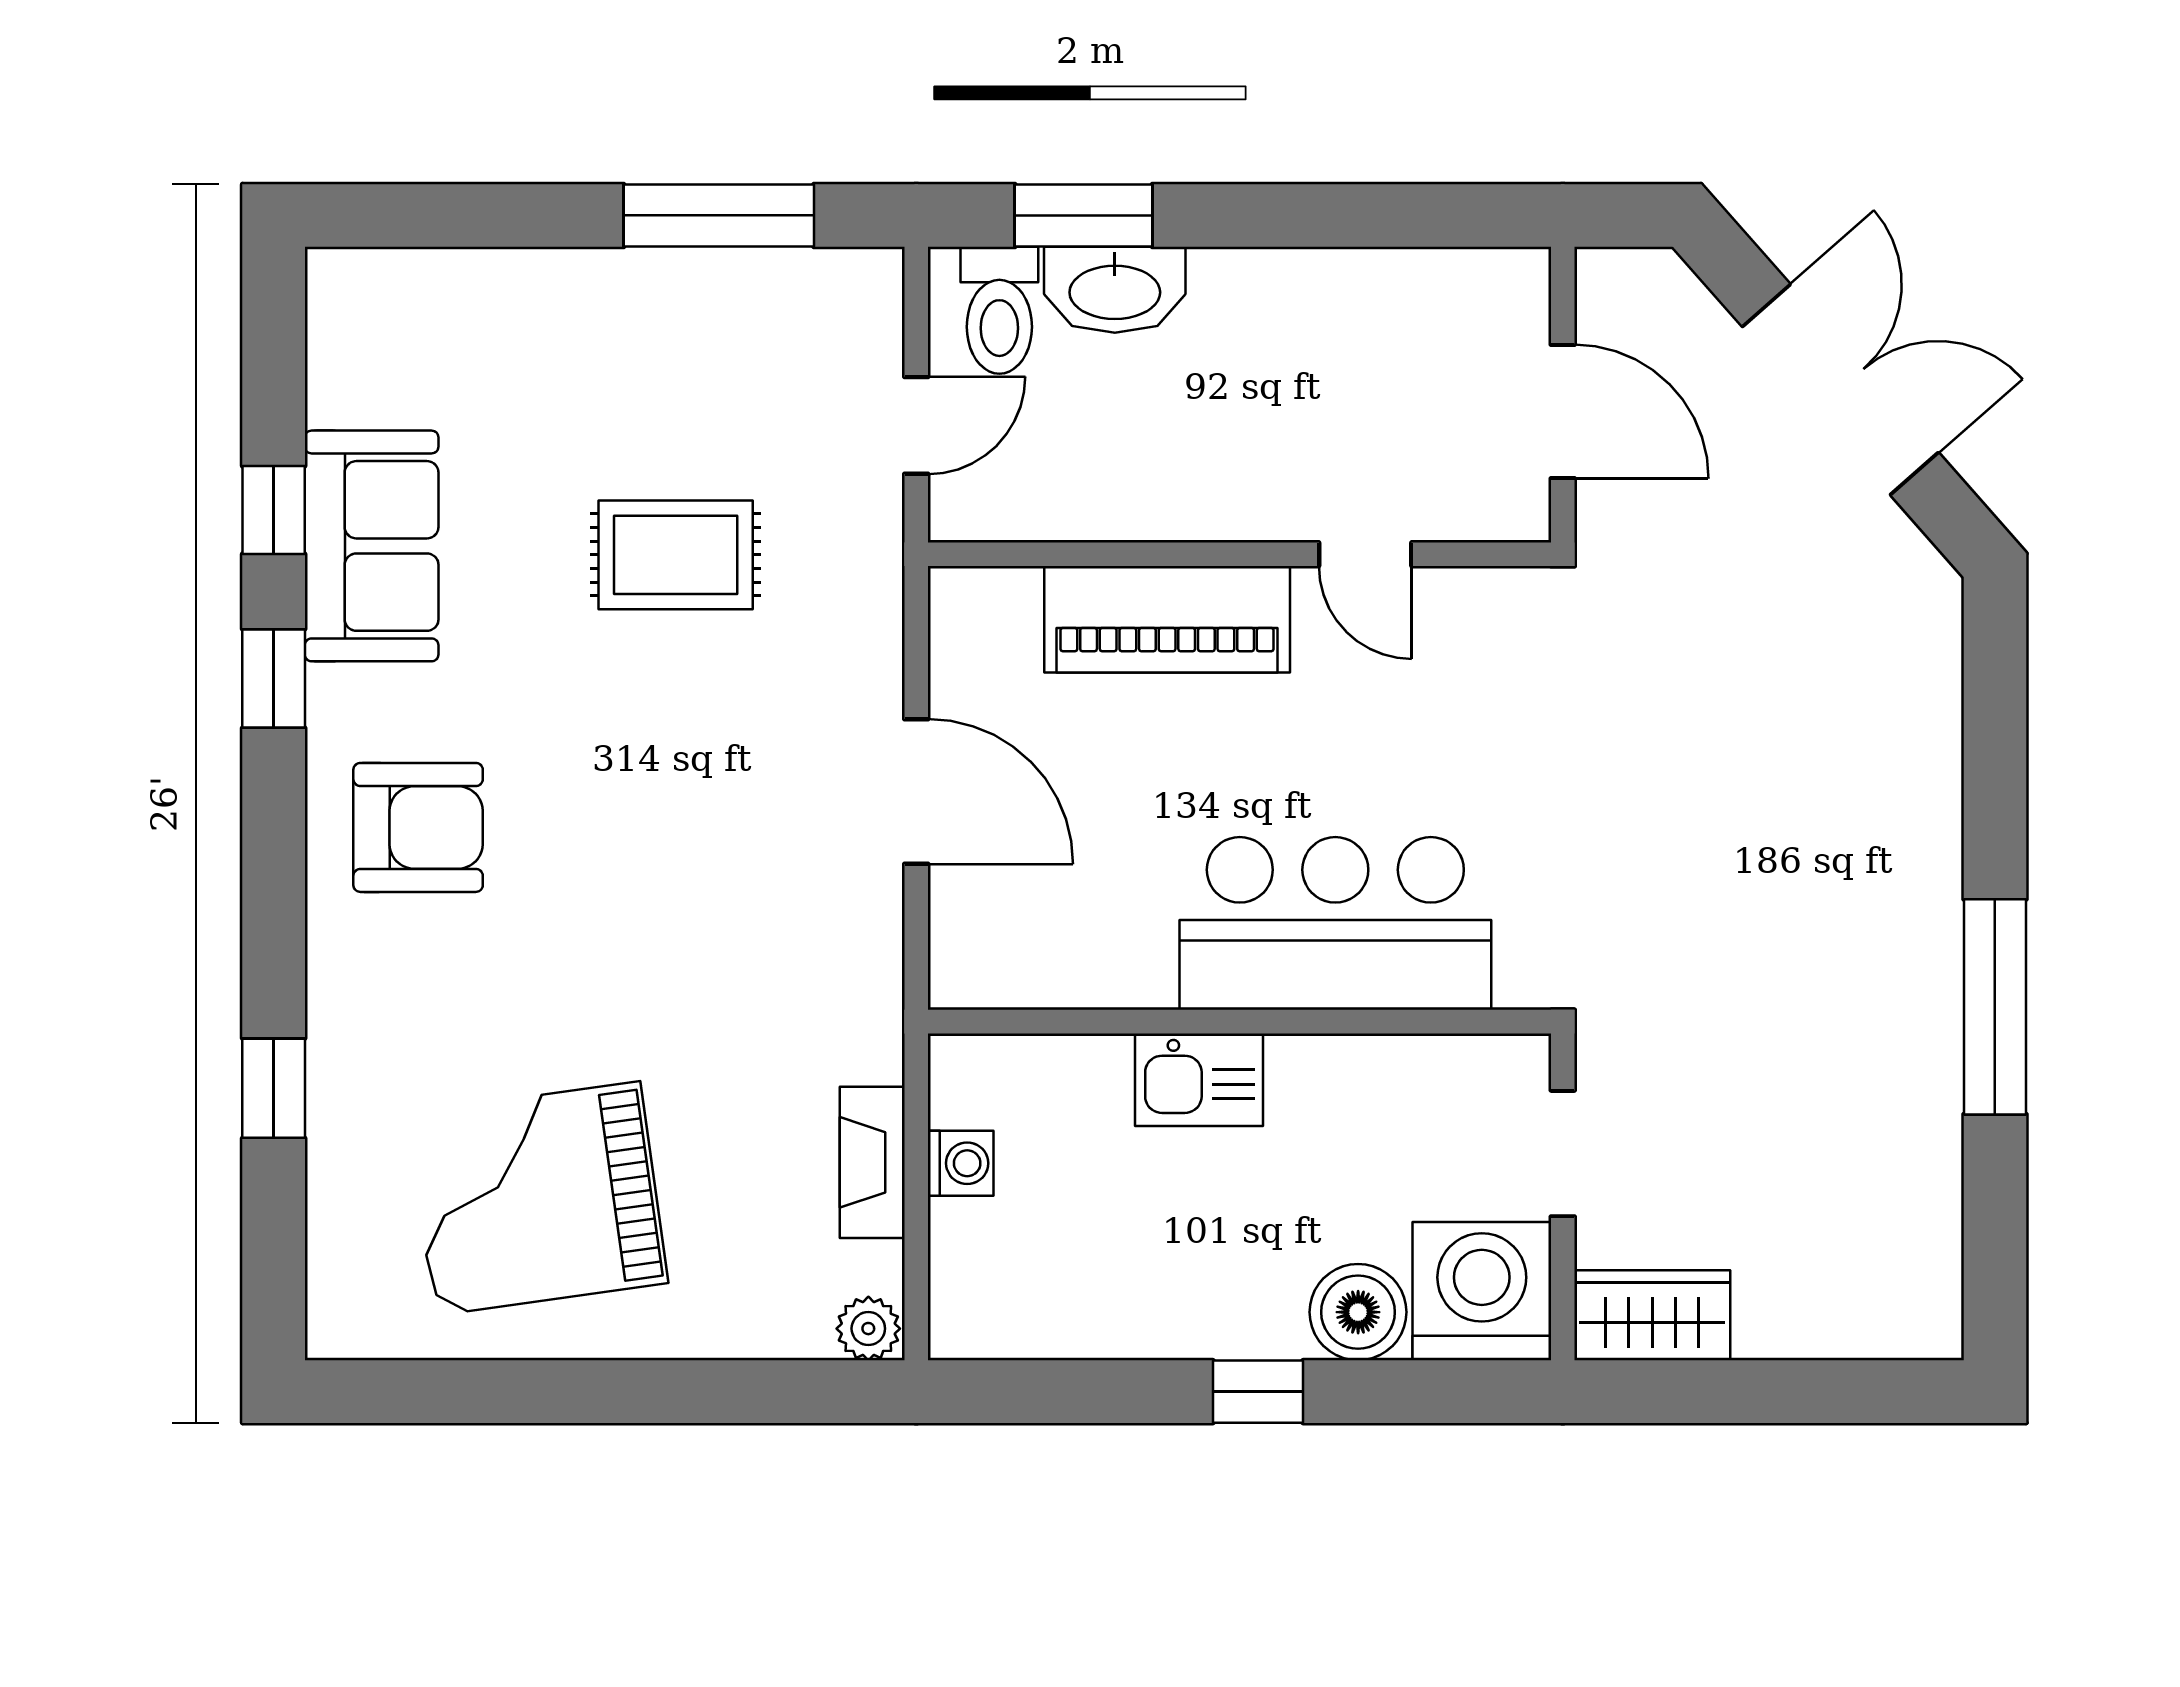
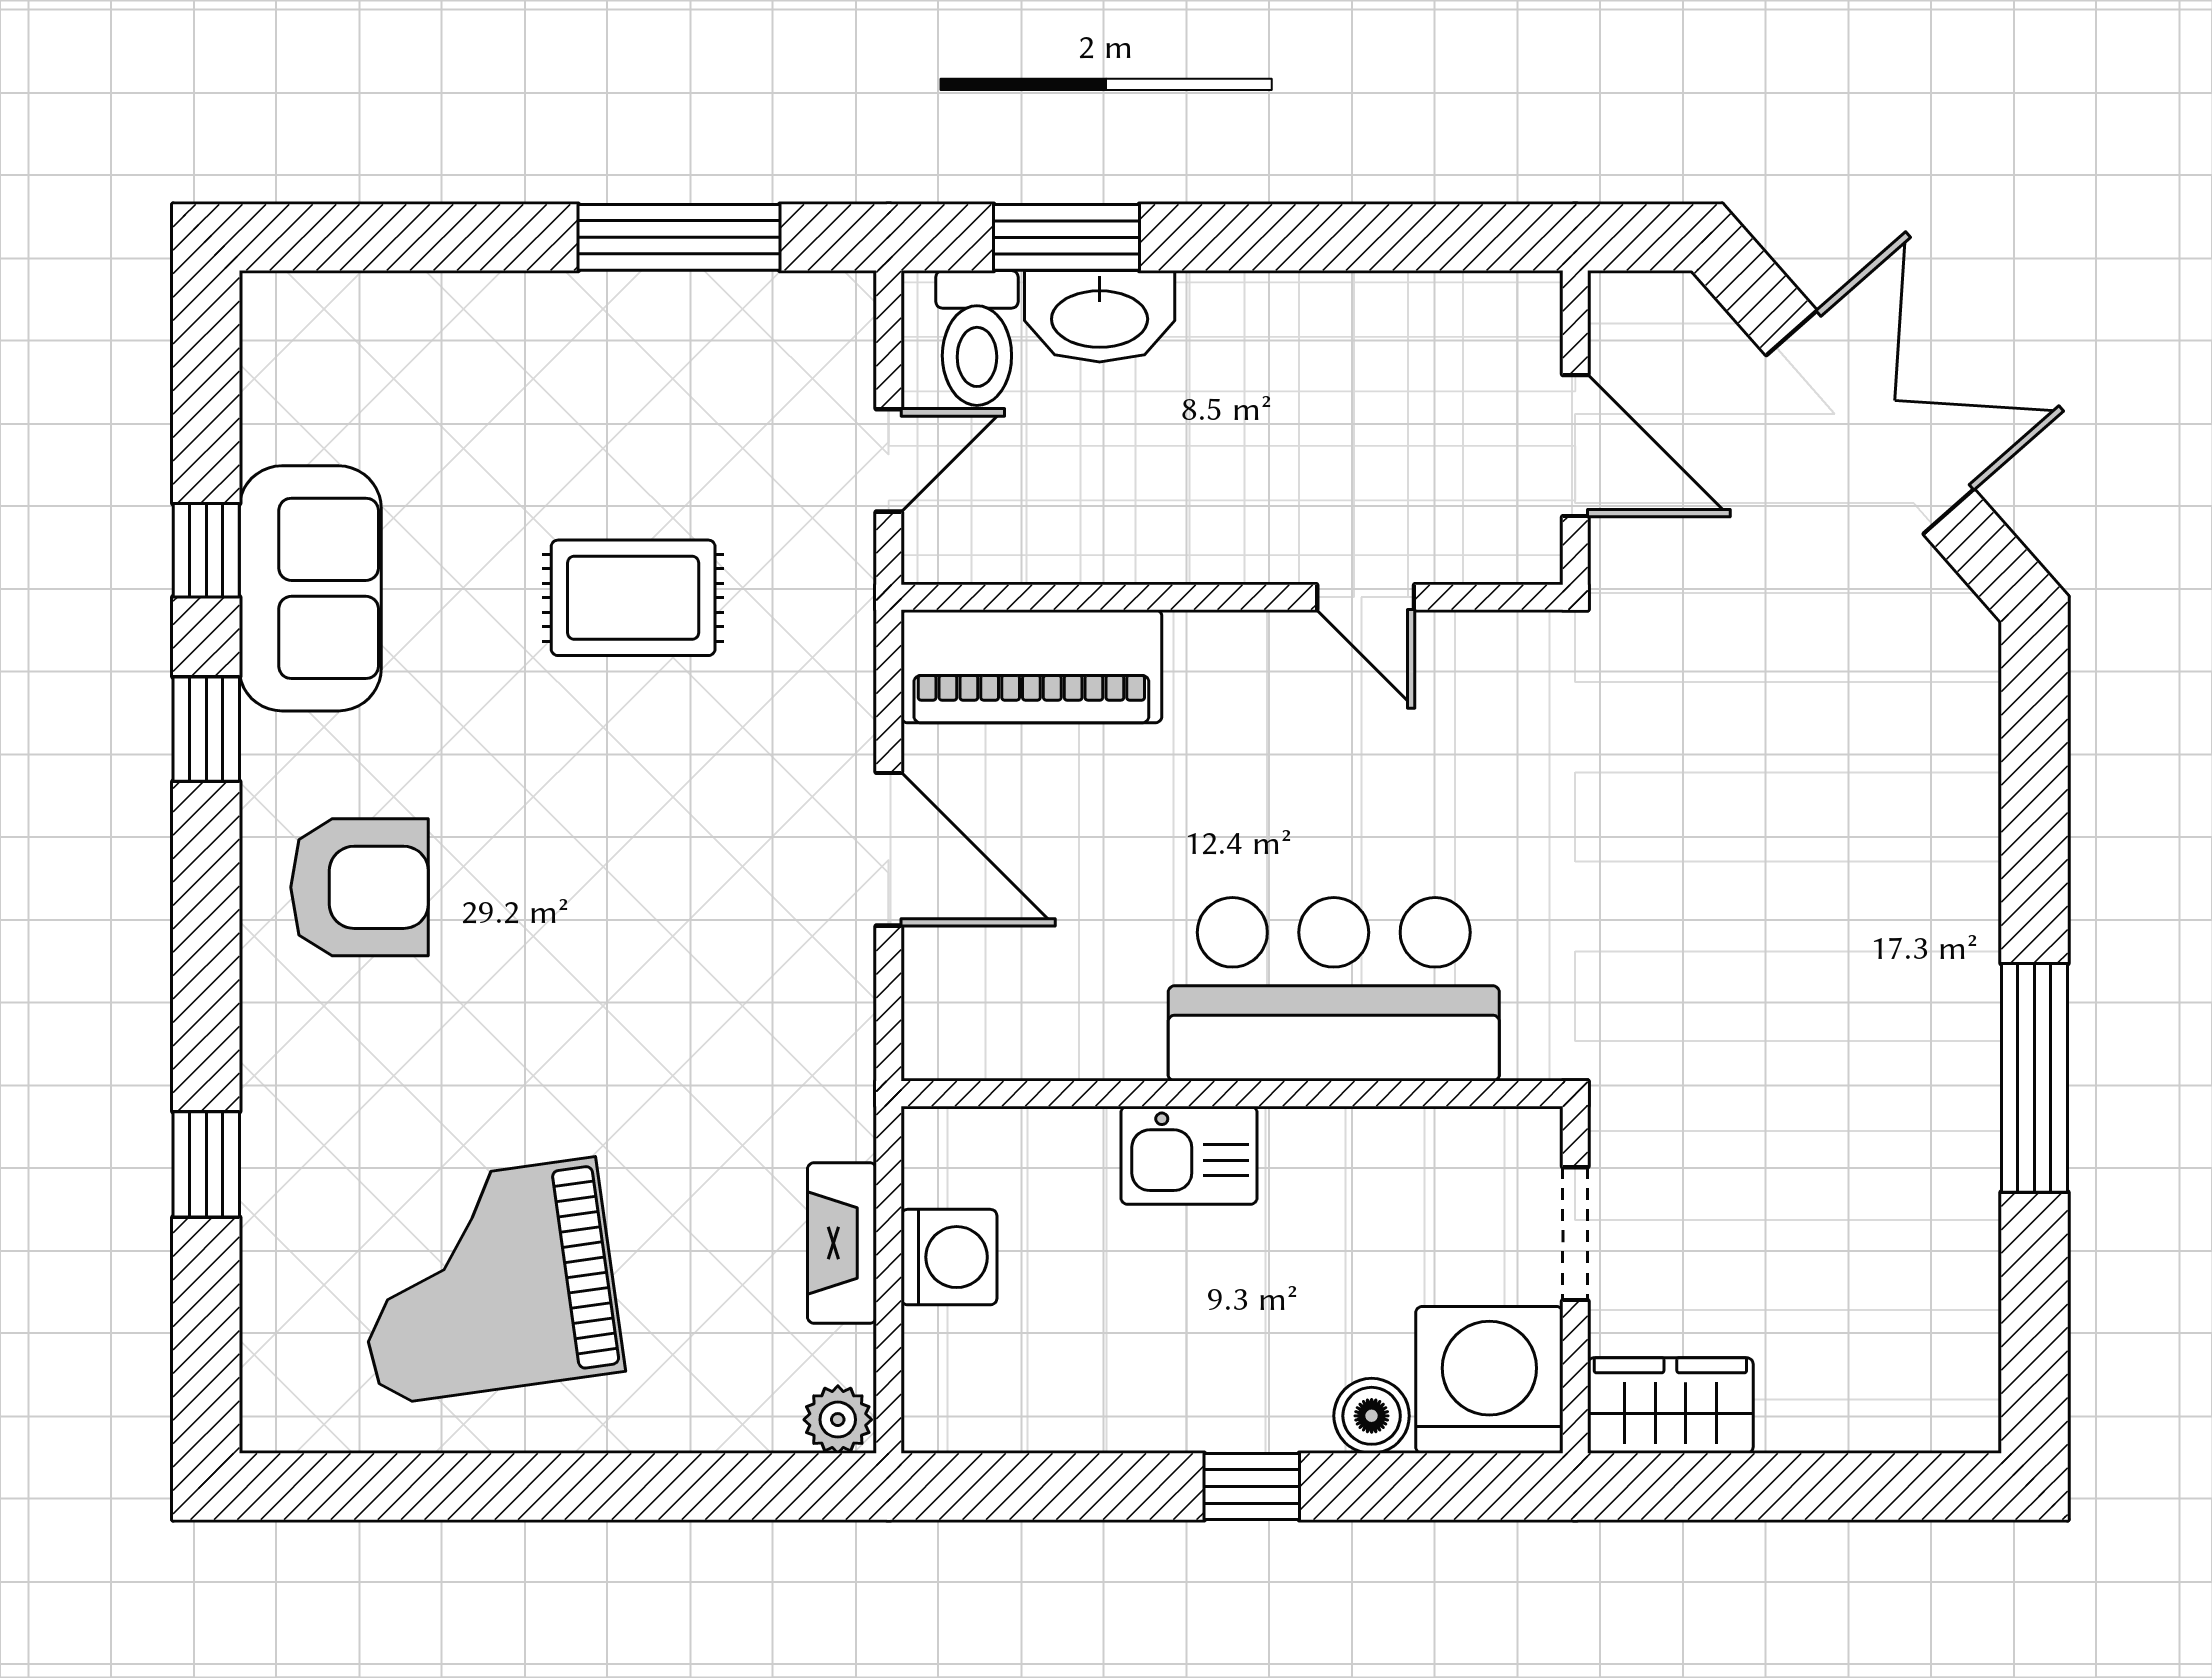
piano: (1167, 619) -> (1031, 666), moved
washing machine: (961, 1163) -> (949, 1257), width x1.38, depth x1.38
boiler: (1358, 1312) -> (1372, 1416), width x0.73, depth x0.73

